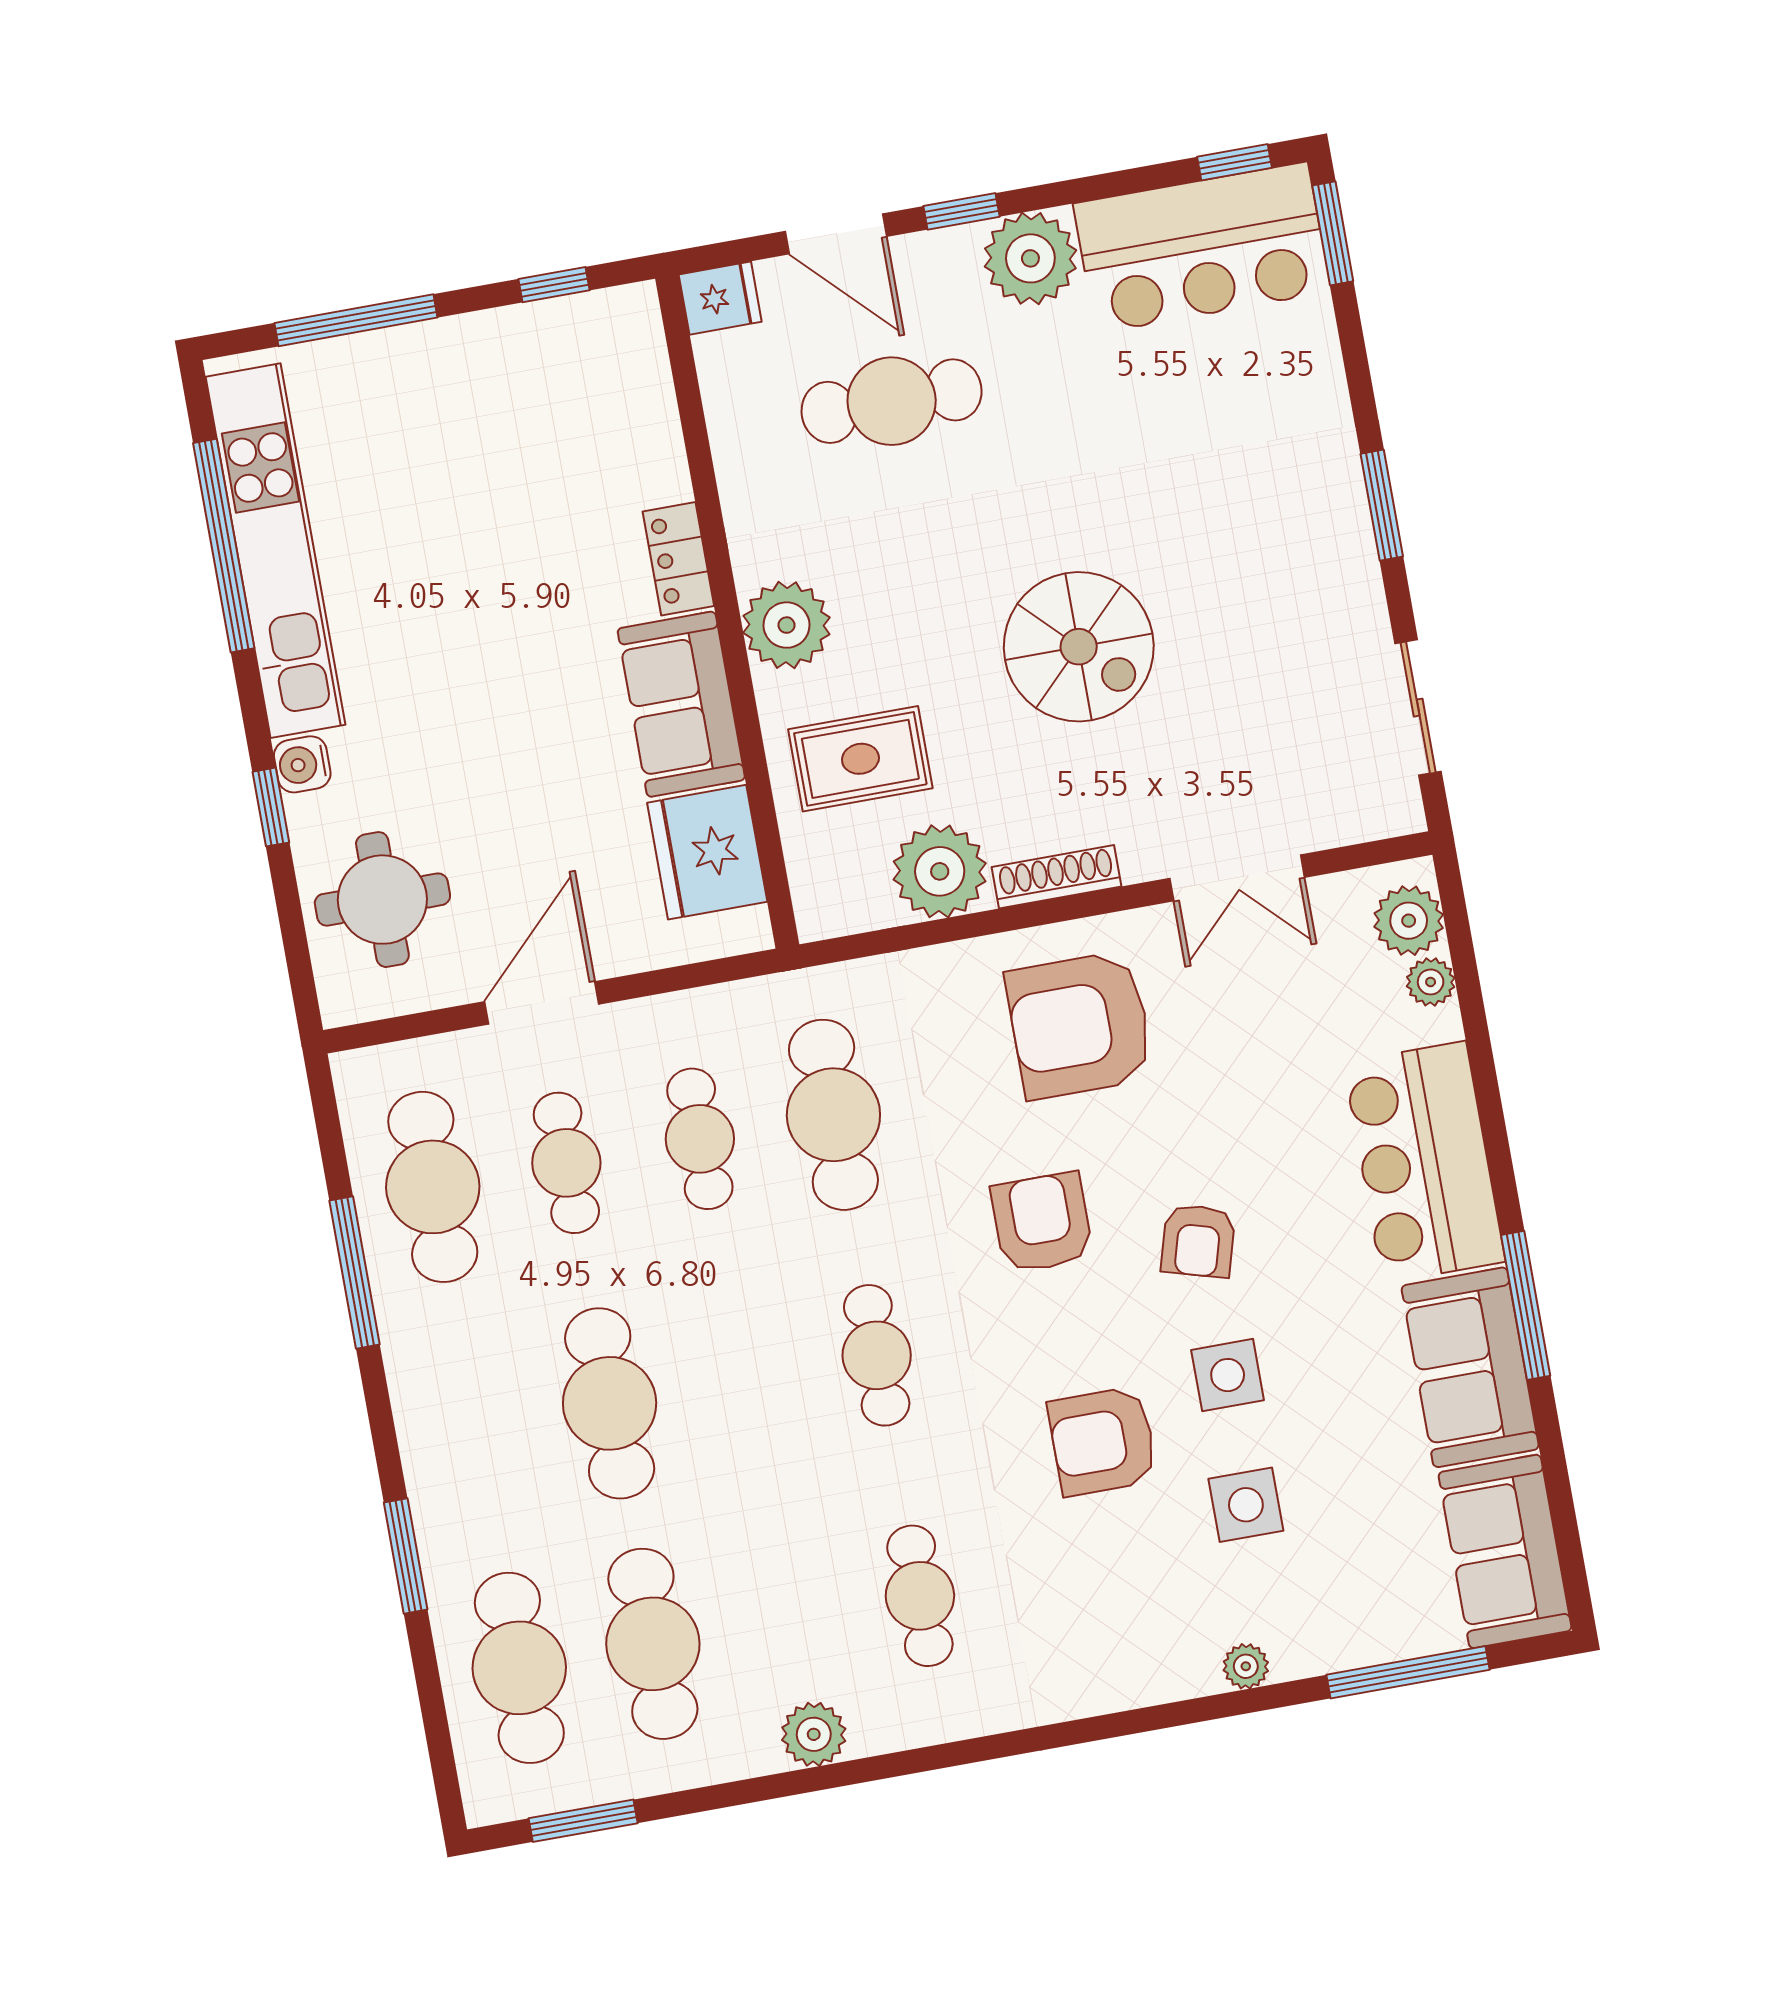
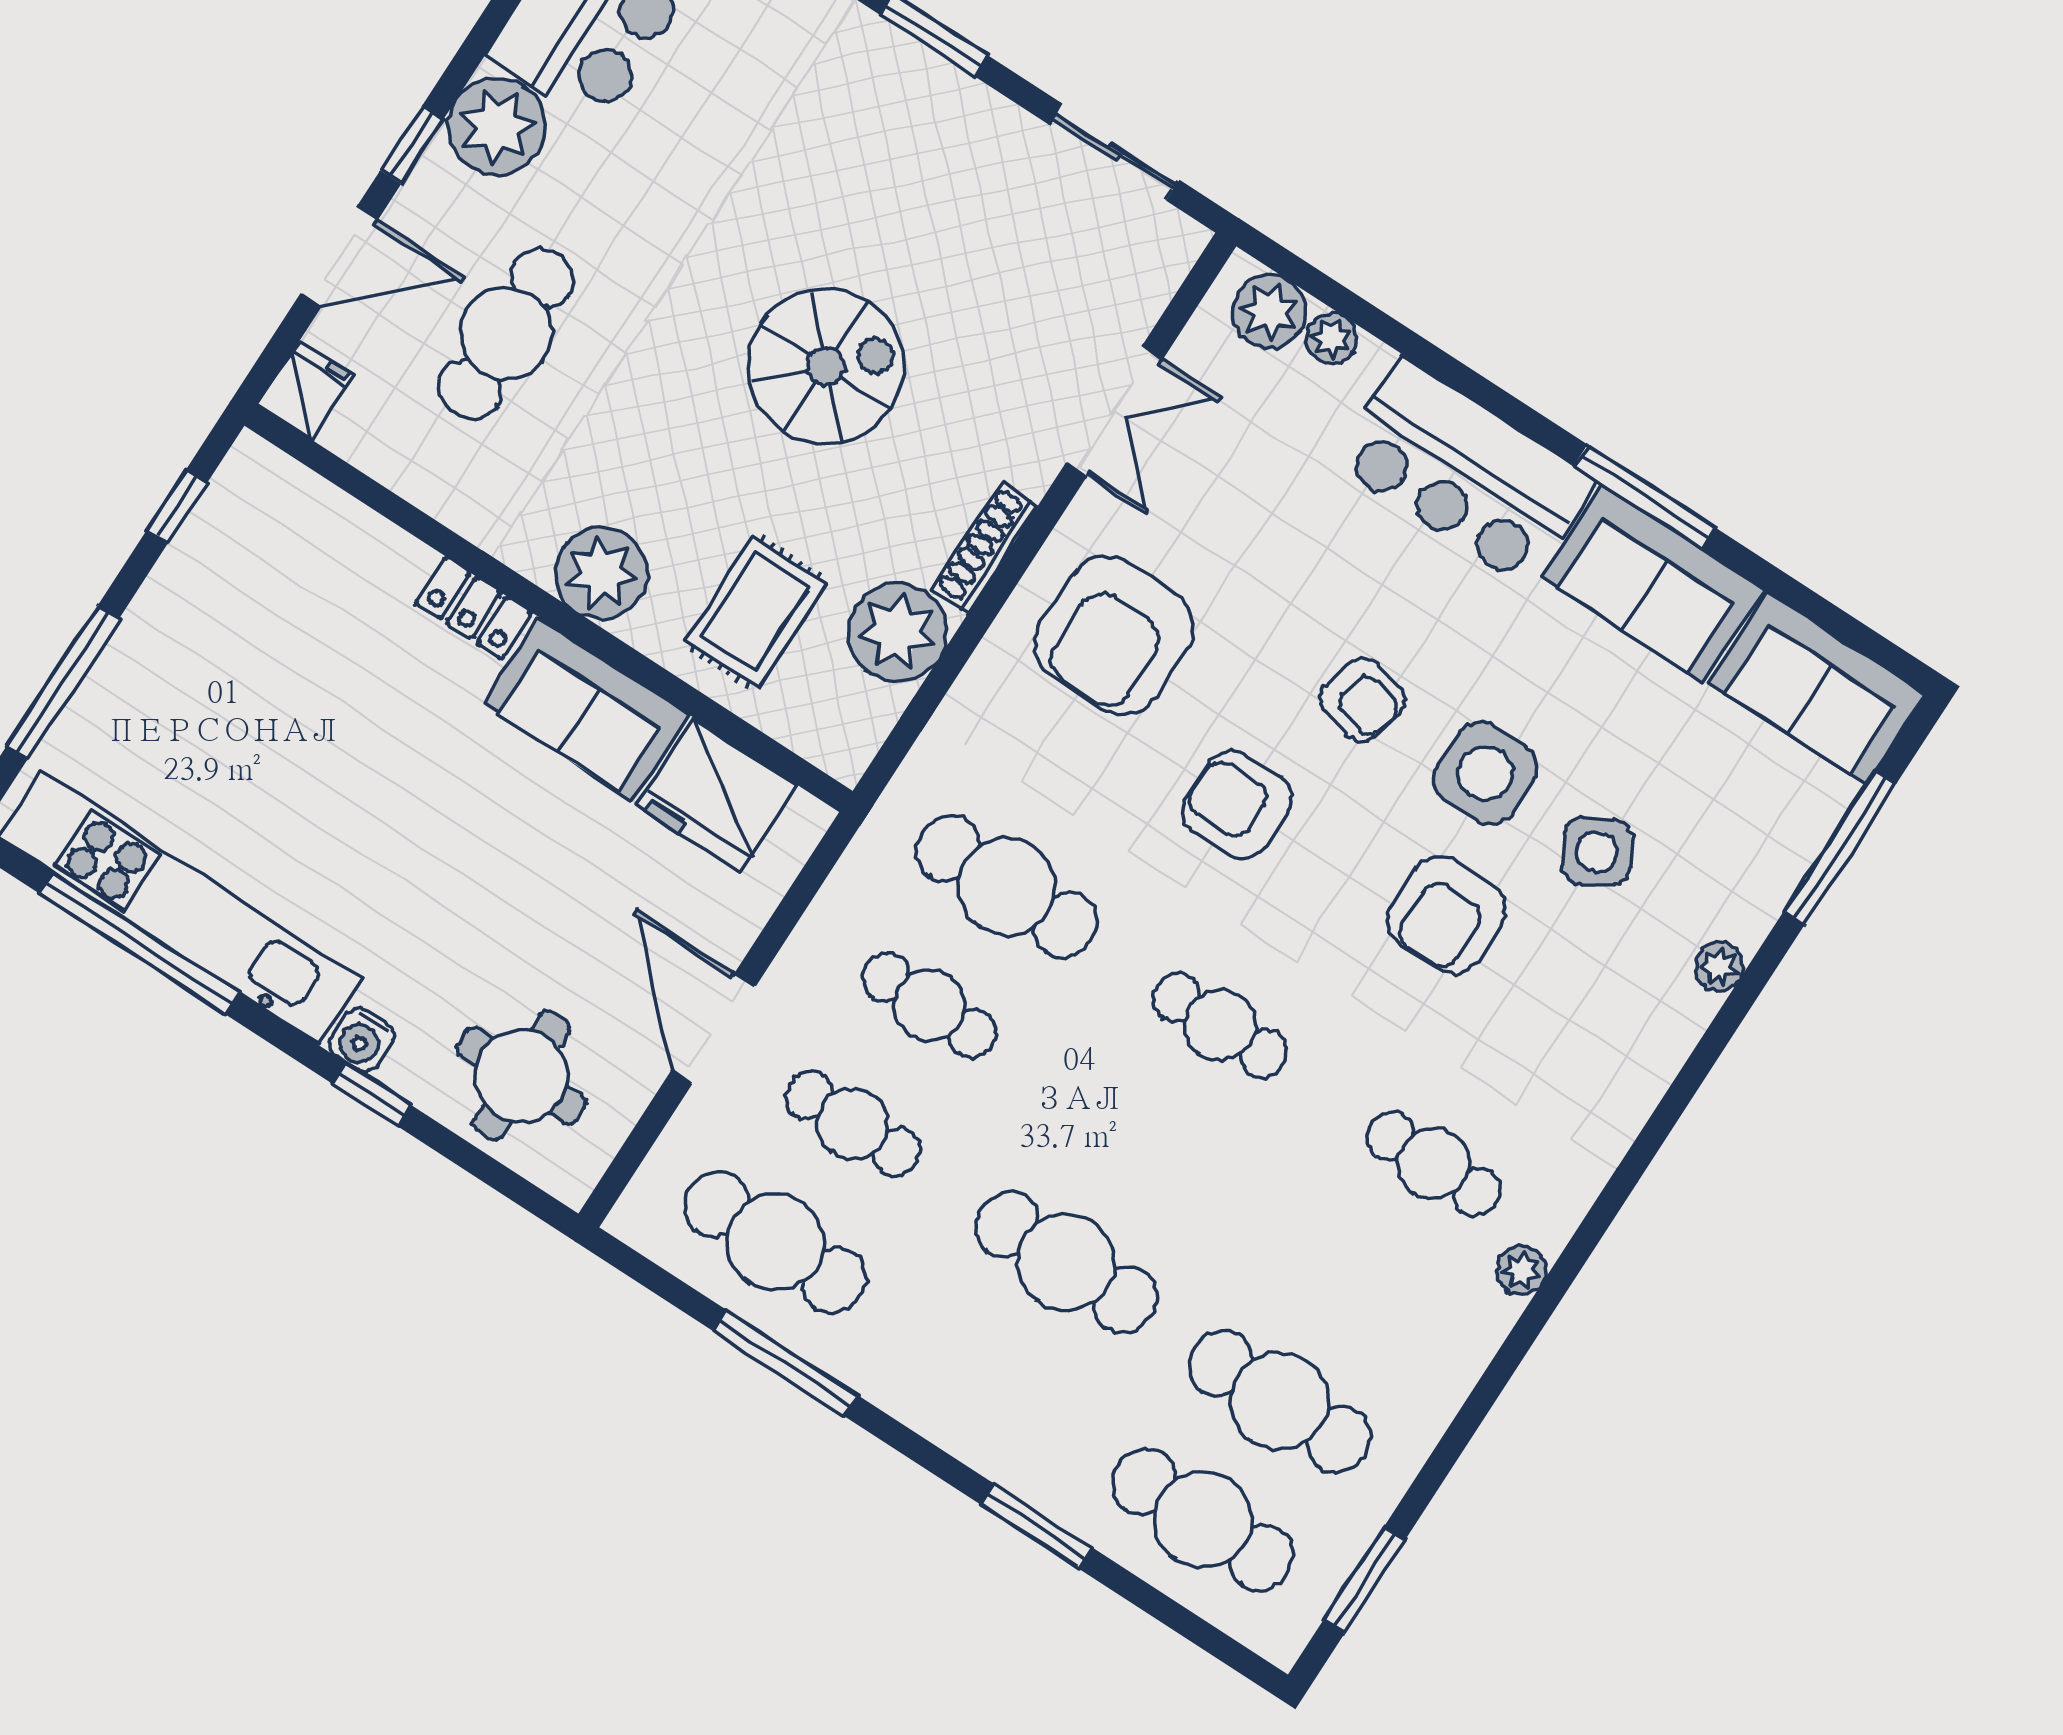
side table: (1228, 1375) -> (1485, 773), width x1.37, depth x1.37
side table: (1246, 1505) -> (1597, 851), turned -31
plant: (814, 1734) -> (1522, 1270), moved, width x0.73, depth x0.73

